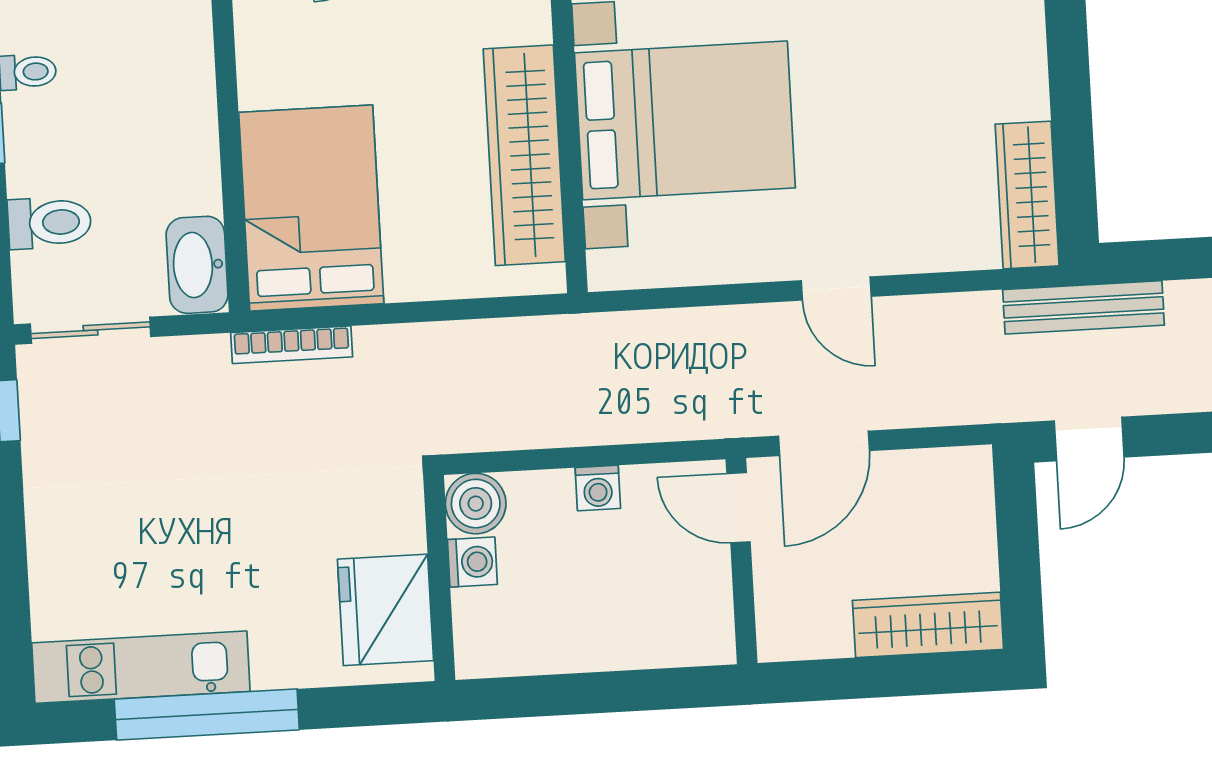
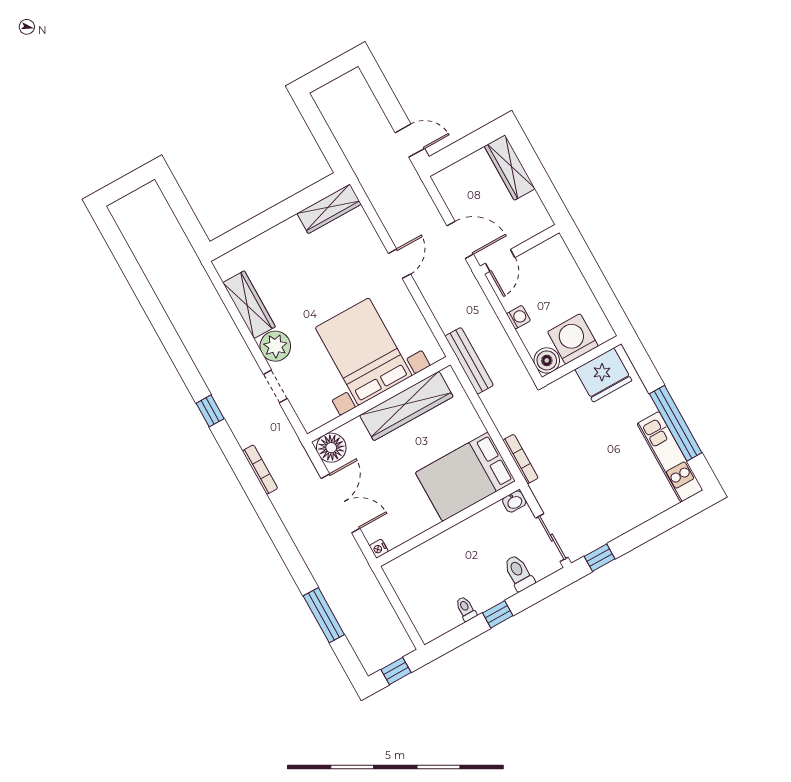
washbasin: (197, 265) -> (514, 501), width x0.52, depth x0.69
bench: (1084, 307) -> (469, 361), moved
washing machine: (472, 562) -> (573, 339), width x1.89, depth x1.89

